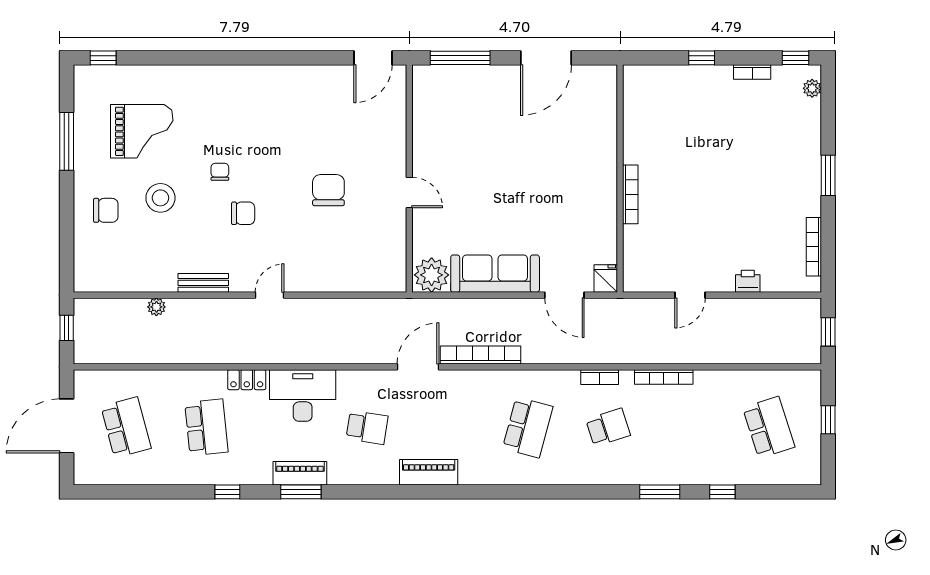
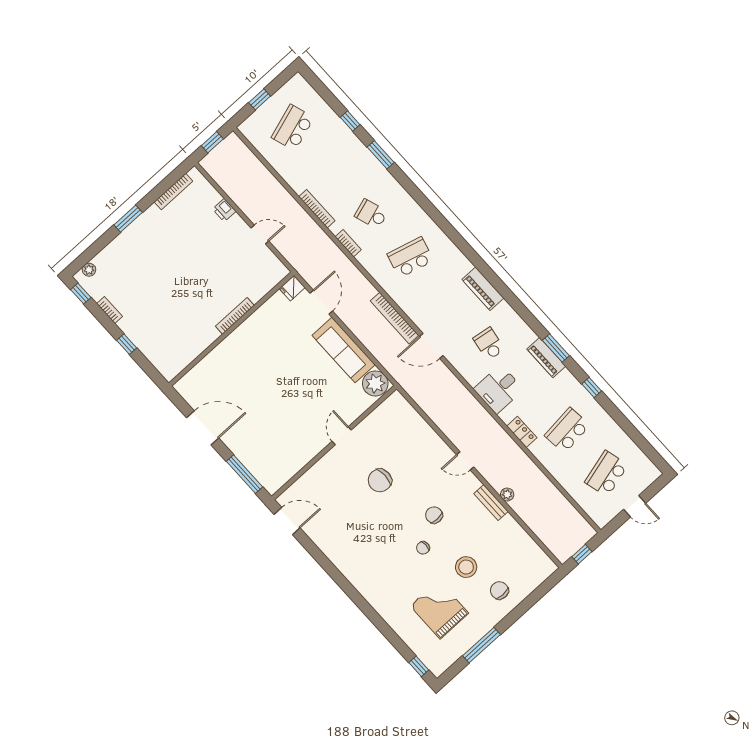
plant: (156, 307) -> (507, 494), moved
desk: (303, 396) -> (499, 389), width x0.73
door: (67, 426) -> (635, 506), width x0.53

